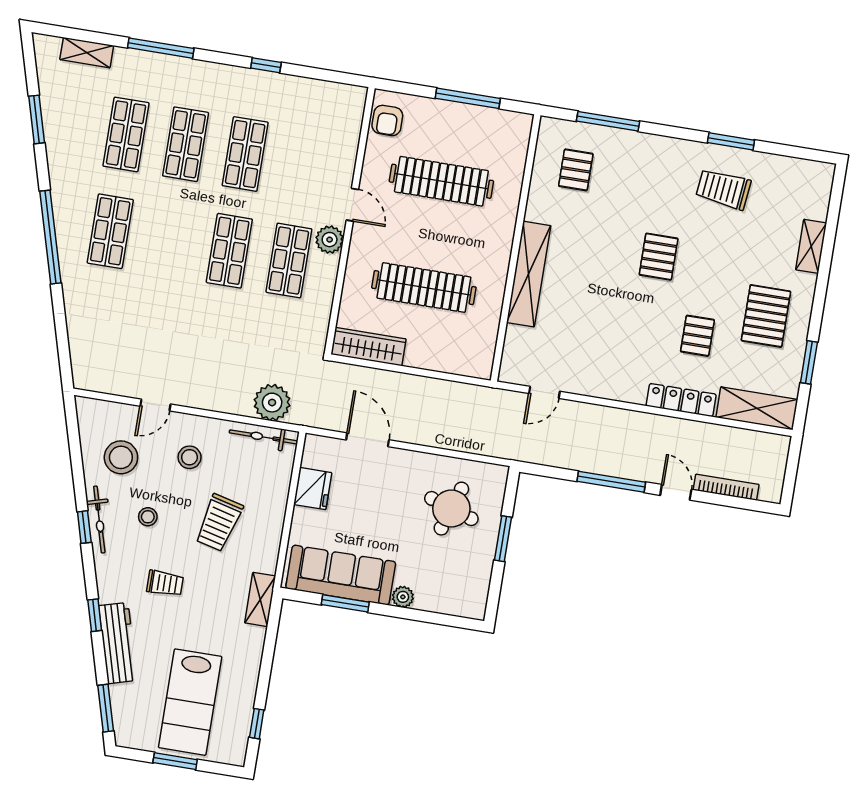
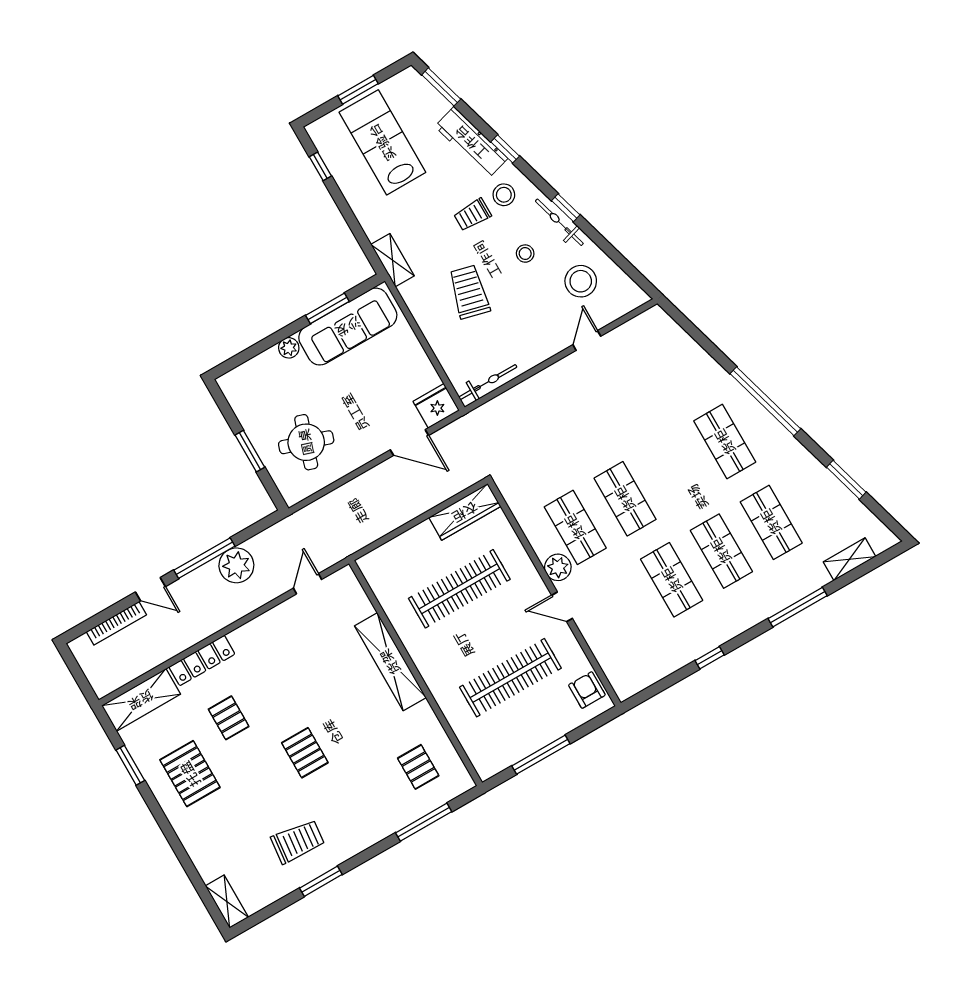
shelving: (811, 246) -> (227, 902), moved
plant: (272, 403) -> (236, 565), moved
stool: (190, 457) -> (504, 195), moved
fridge: (313, 489) -> (436, 406), moved, turned 90

